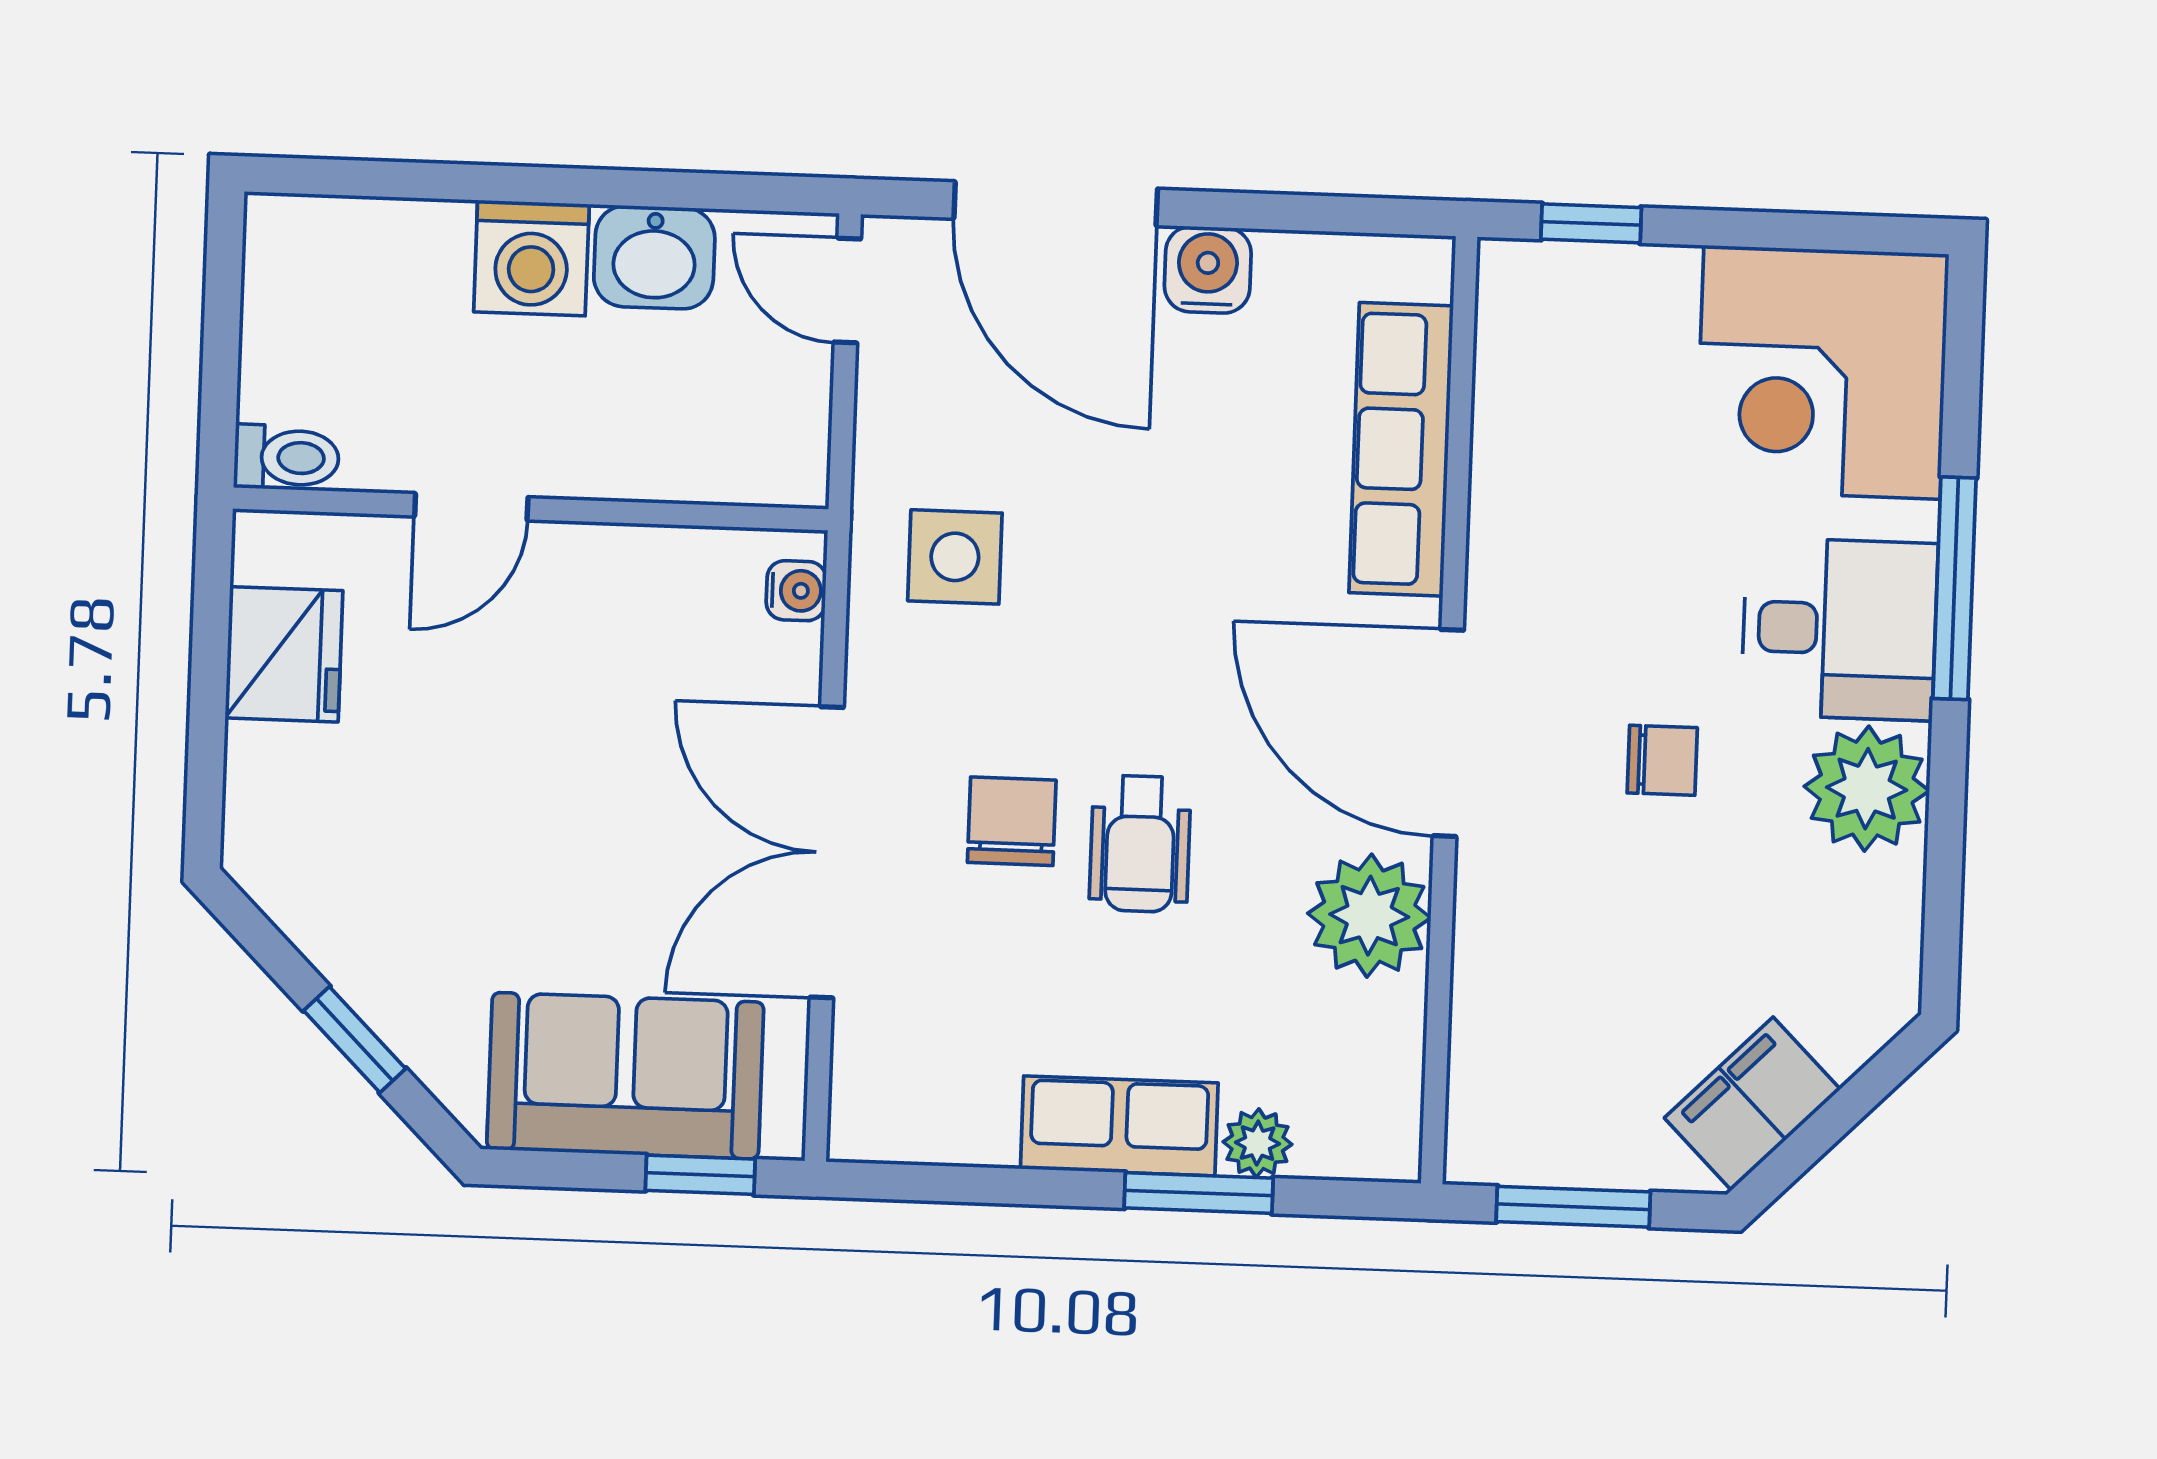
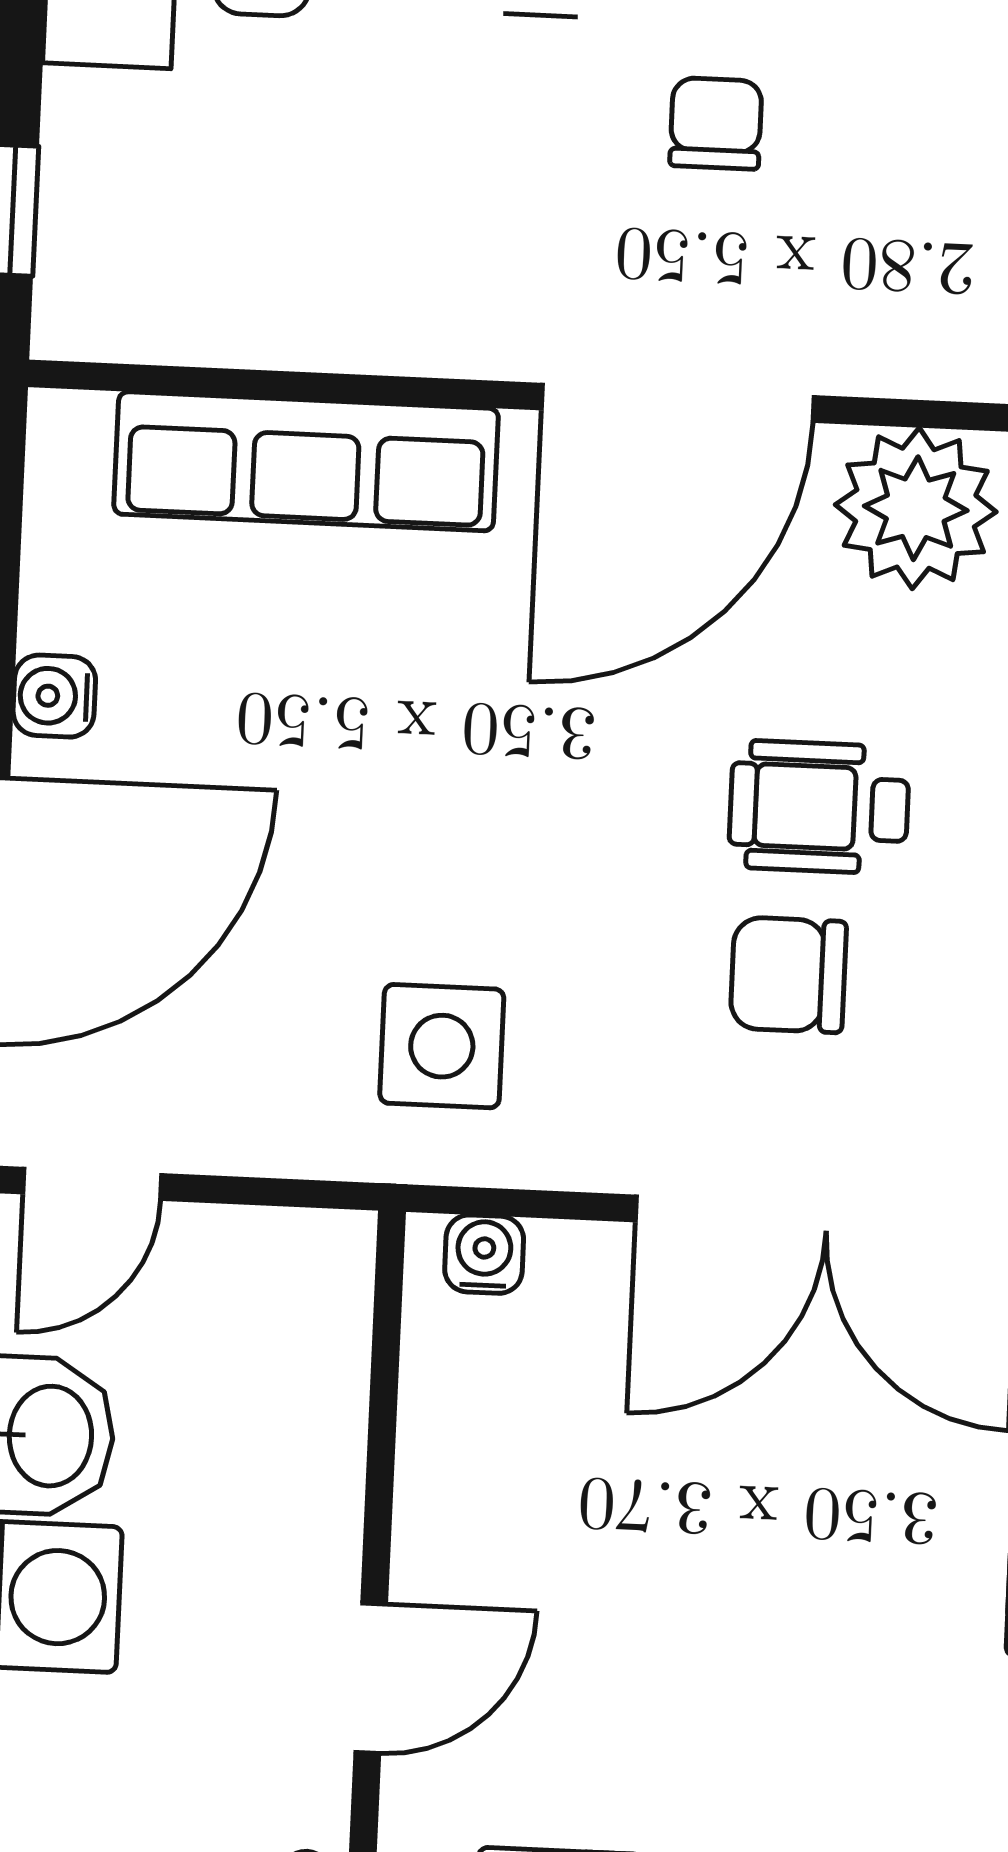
water cooler: (1208, 270) -> (54, 696), width x0.72, depth x0.72
door: (471, 507) -> (371, 1678), hinge flipped
wheelchair: (1140, 844) -> (819, 807), turned 180

